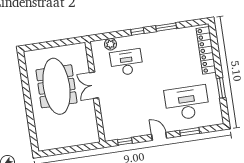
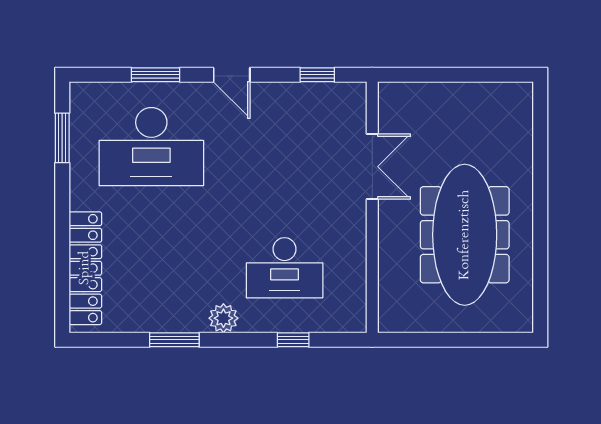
window: (137, 31) -> (293, 340), moved
plant: (111, 44) -> (223, 318), moved
double door: (94, 85) -> (372, 167), moved
window: (221, 88) -> (62, 138), moved

